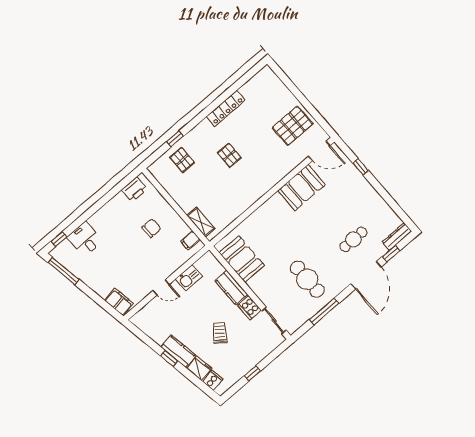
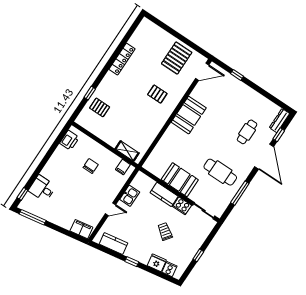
pallet: (229, 155) -> (157, 94), moved
booth: (302, 188) -> (189, 115), moved
booth: (242, 259) -> (180, 180), moved
kitchen counter: (178, 351) -> (113, 243), moved

